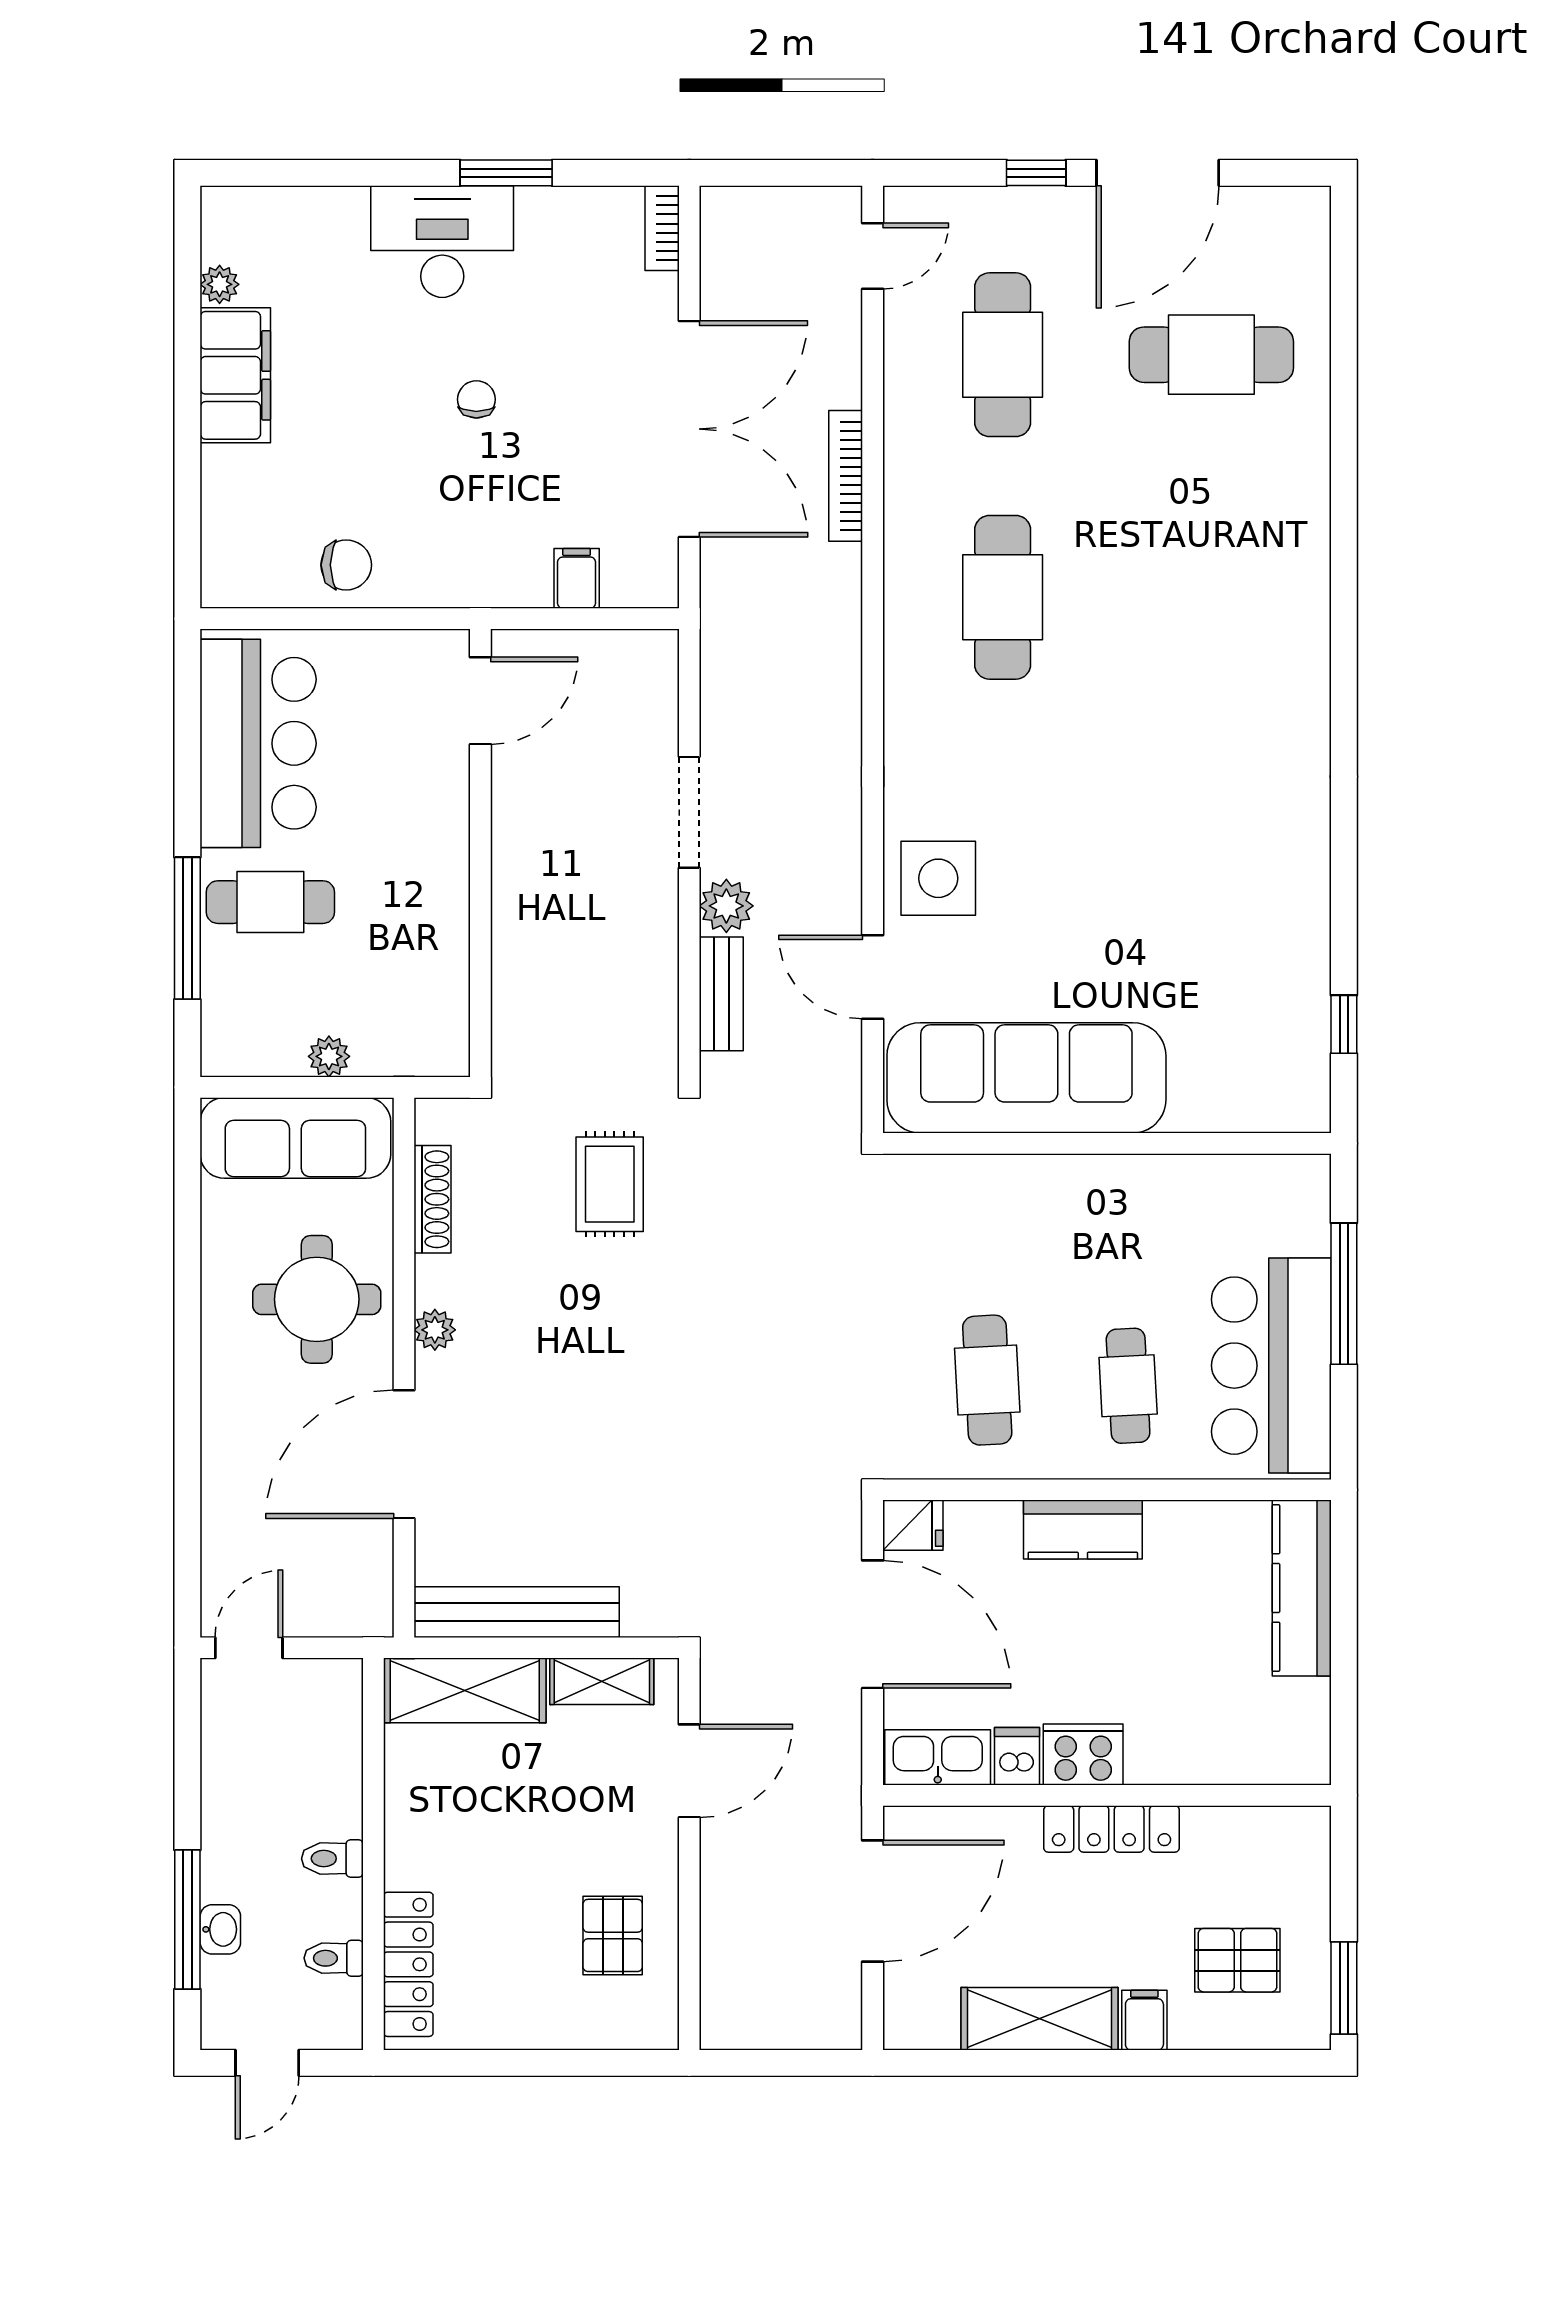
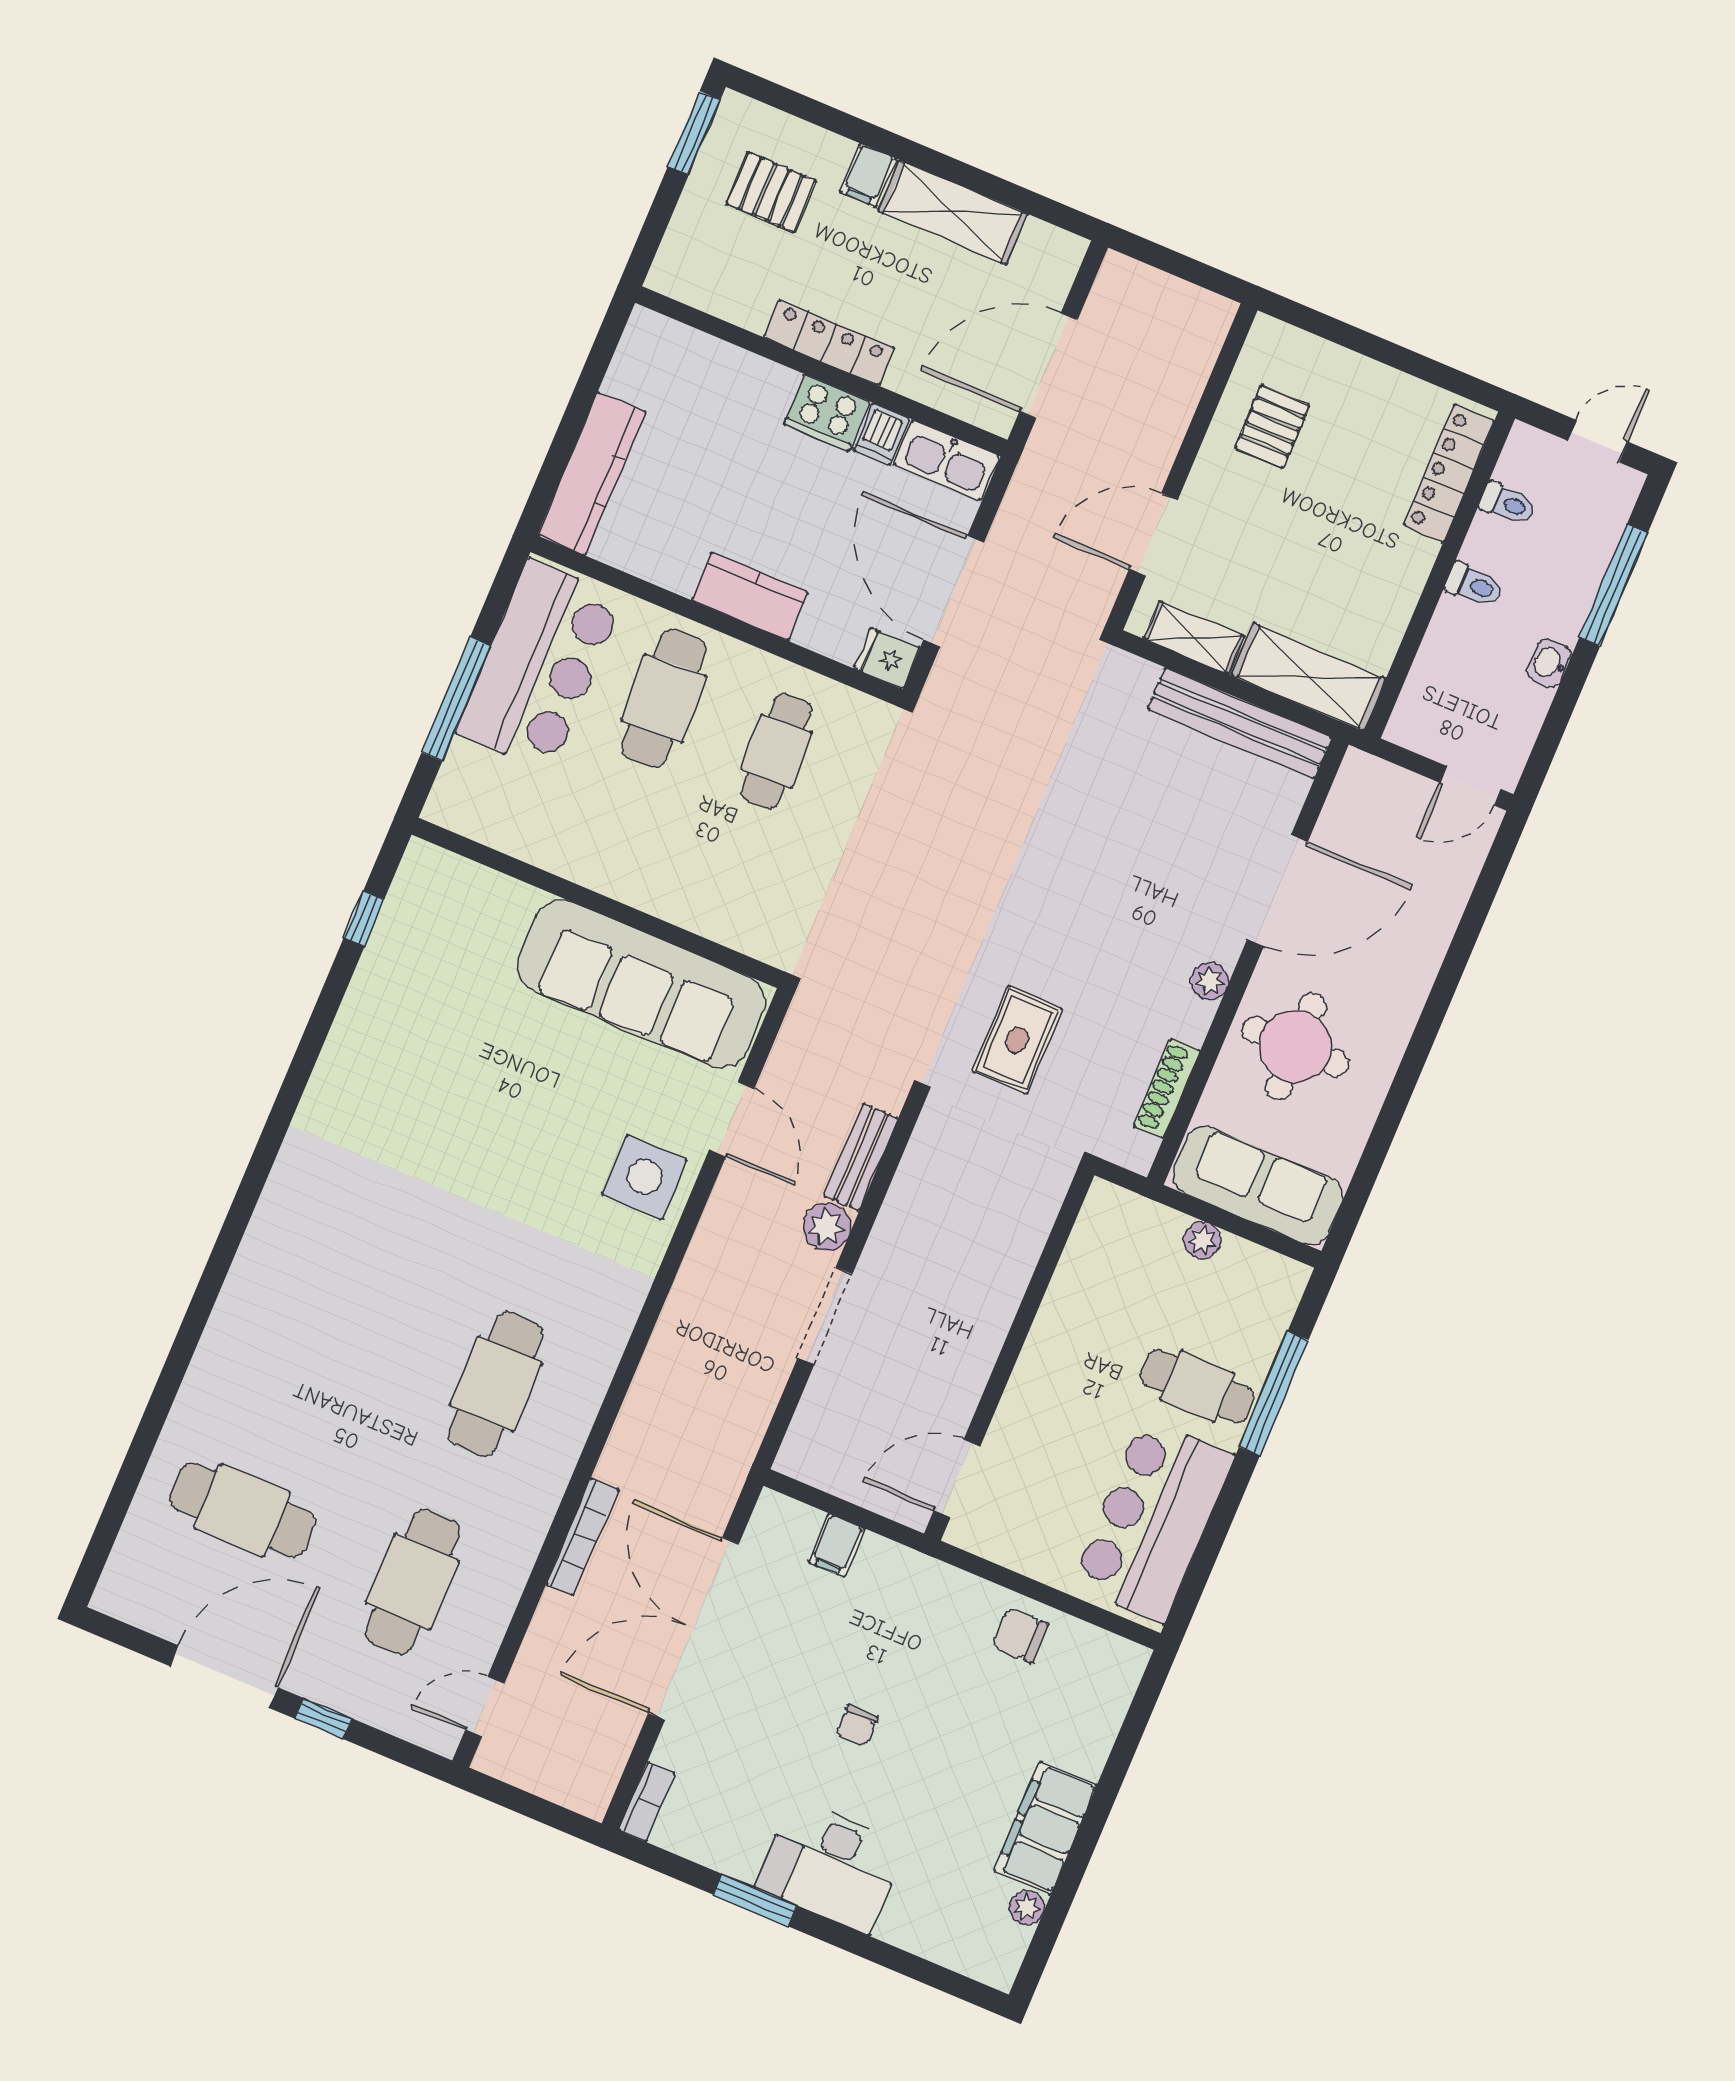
cafe table: (1128, 1386) -> (664, 698), width x1.37, depth x1.35
washbasin: (220, 1929) -> (1549, 663), moved

